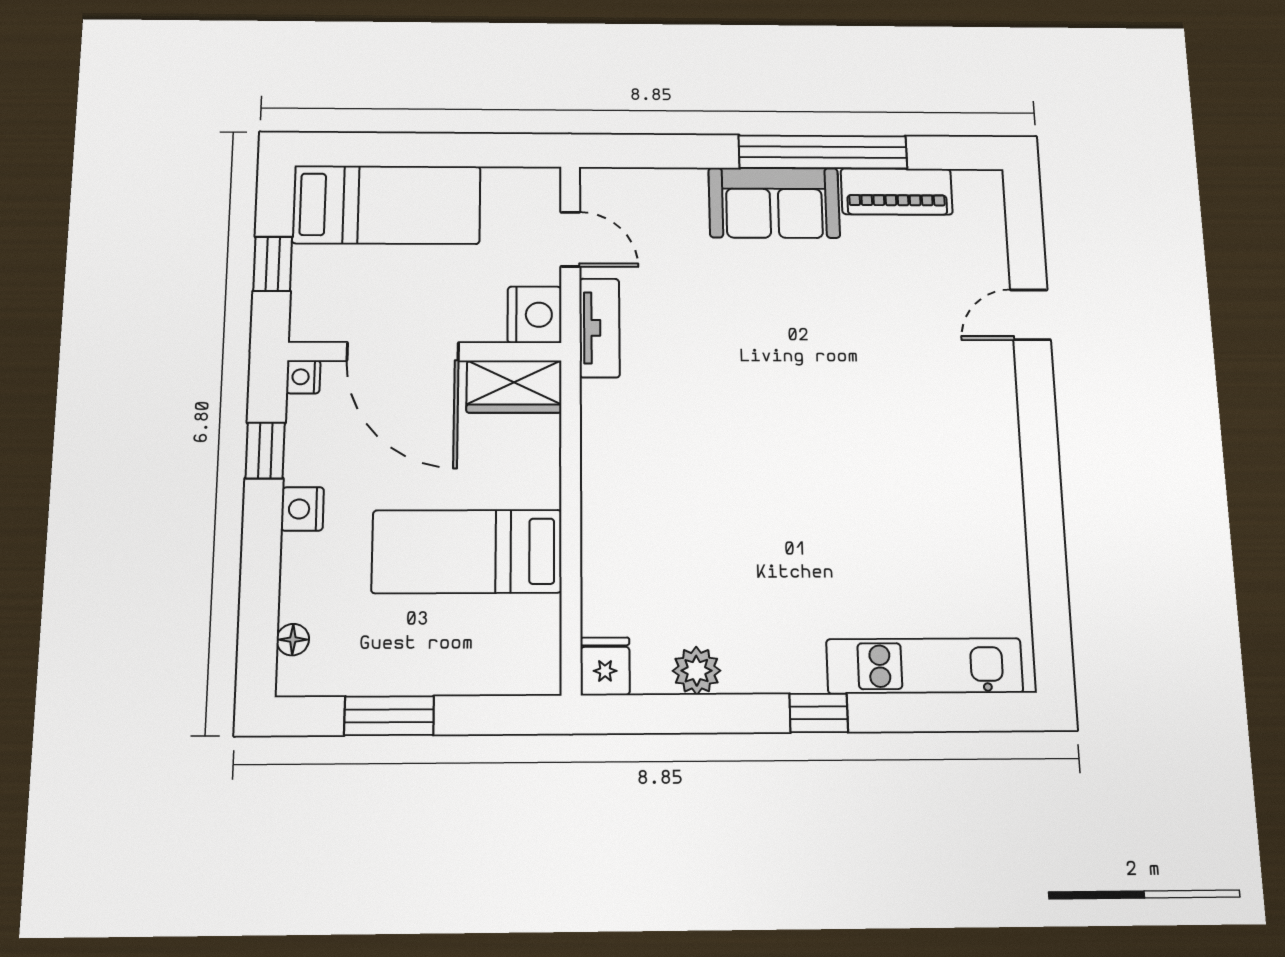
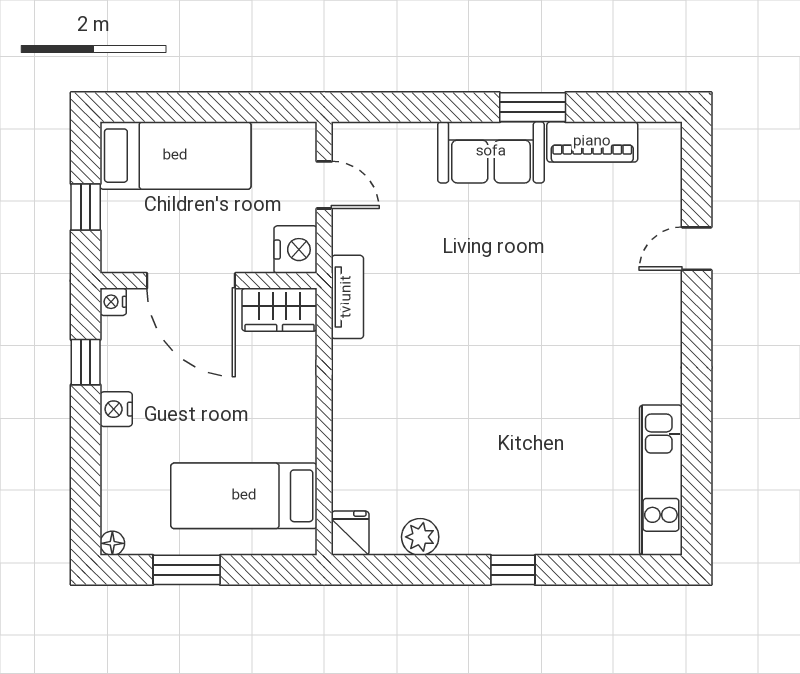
window: (823, 152) -> (533, 107), width x0.47
tv unit: (599, 328) -> (347, 297), moved
bed: (467, 551) -> (244, 496), moved
floor lamp: (293, 640) -> (112, 543), moved
kitchen unit: (925, 666) -> (661, 480), moved, turned -90

